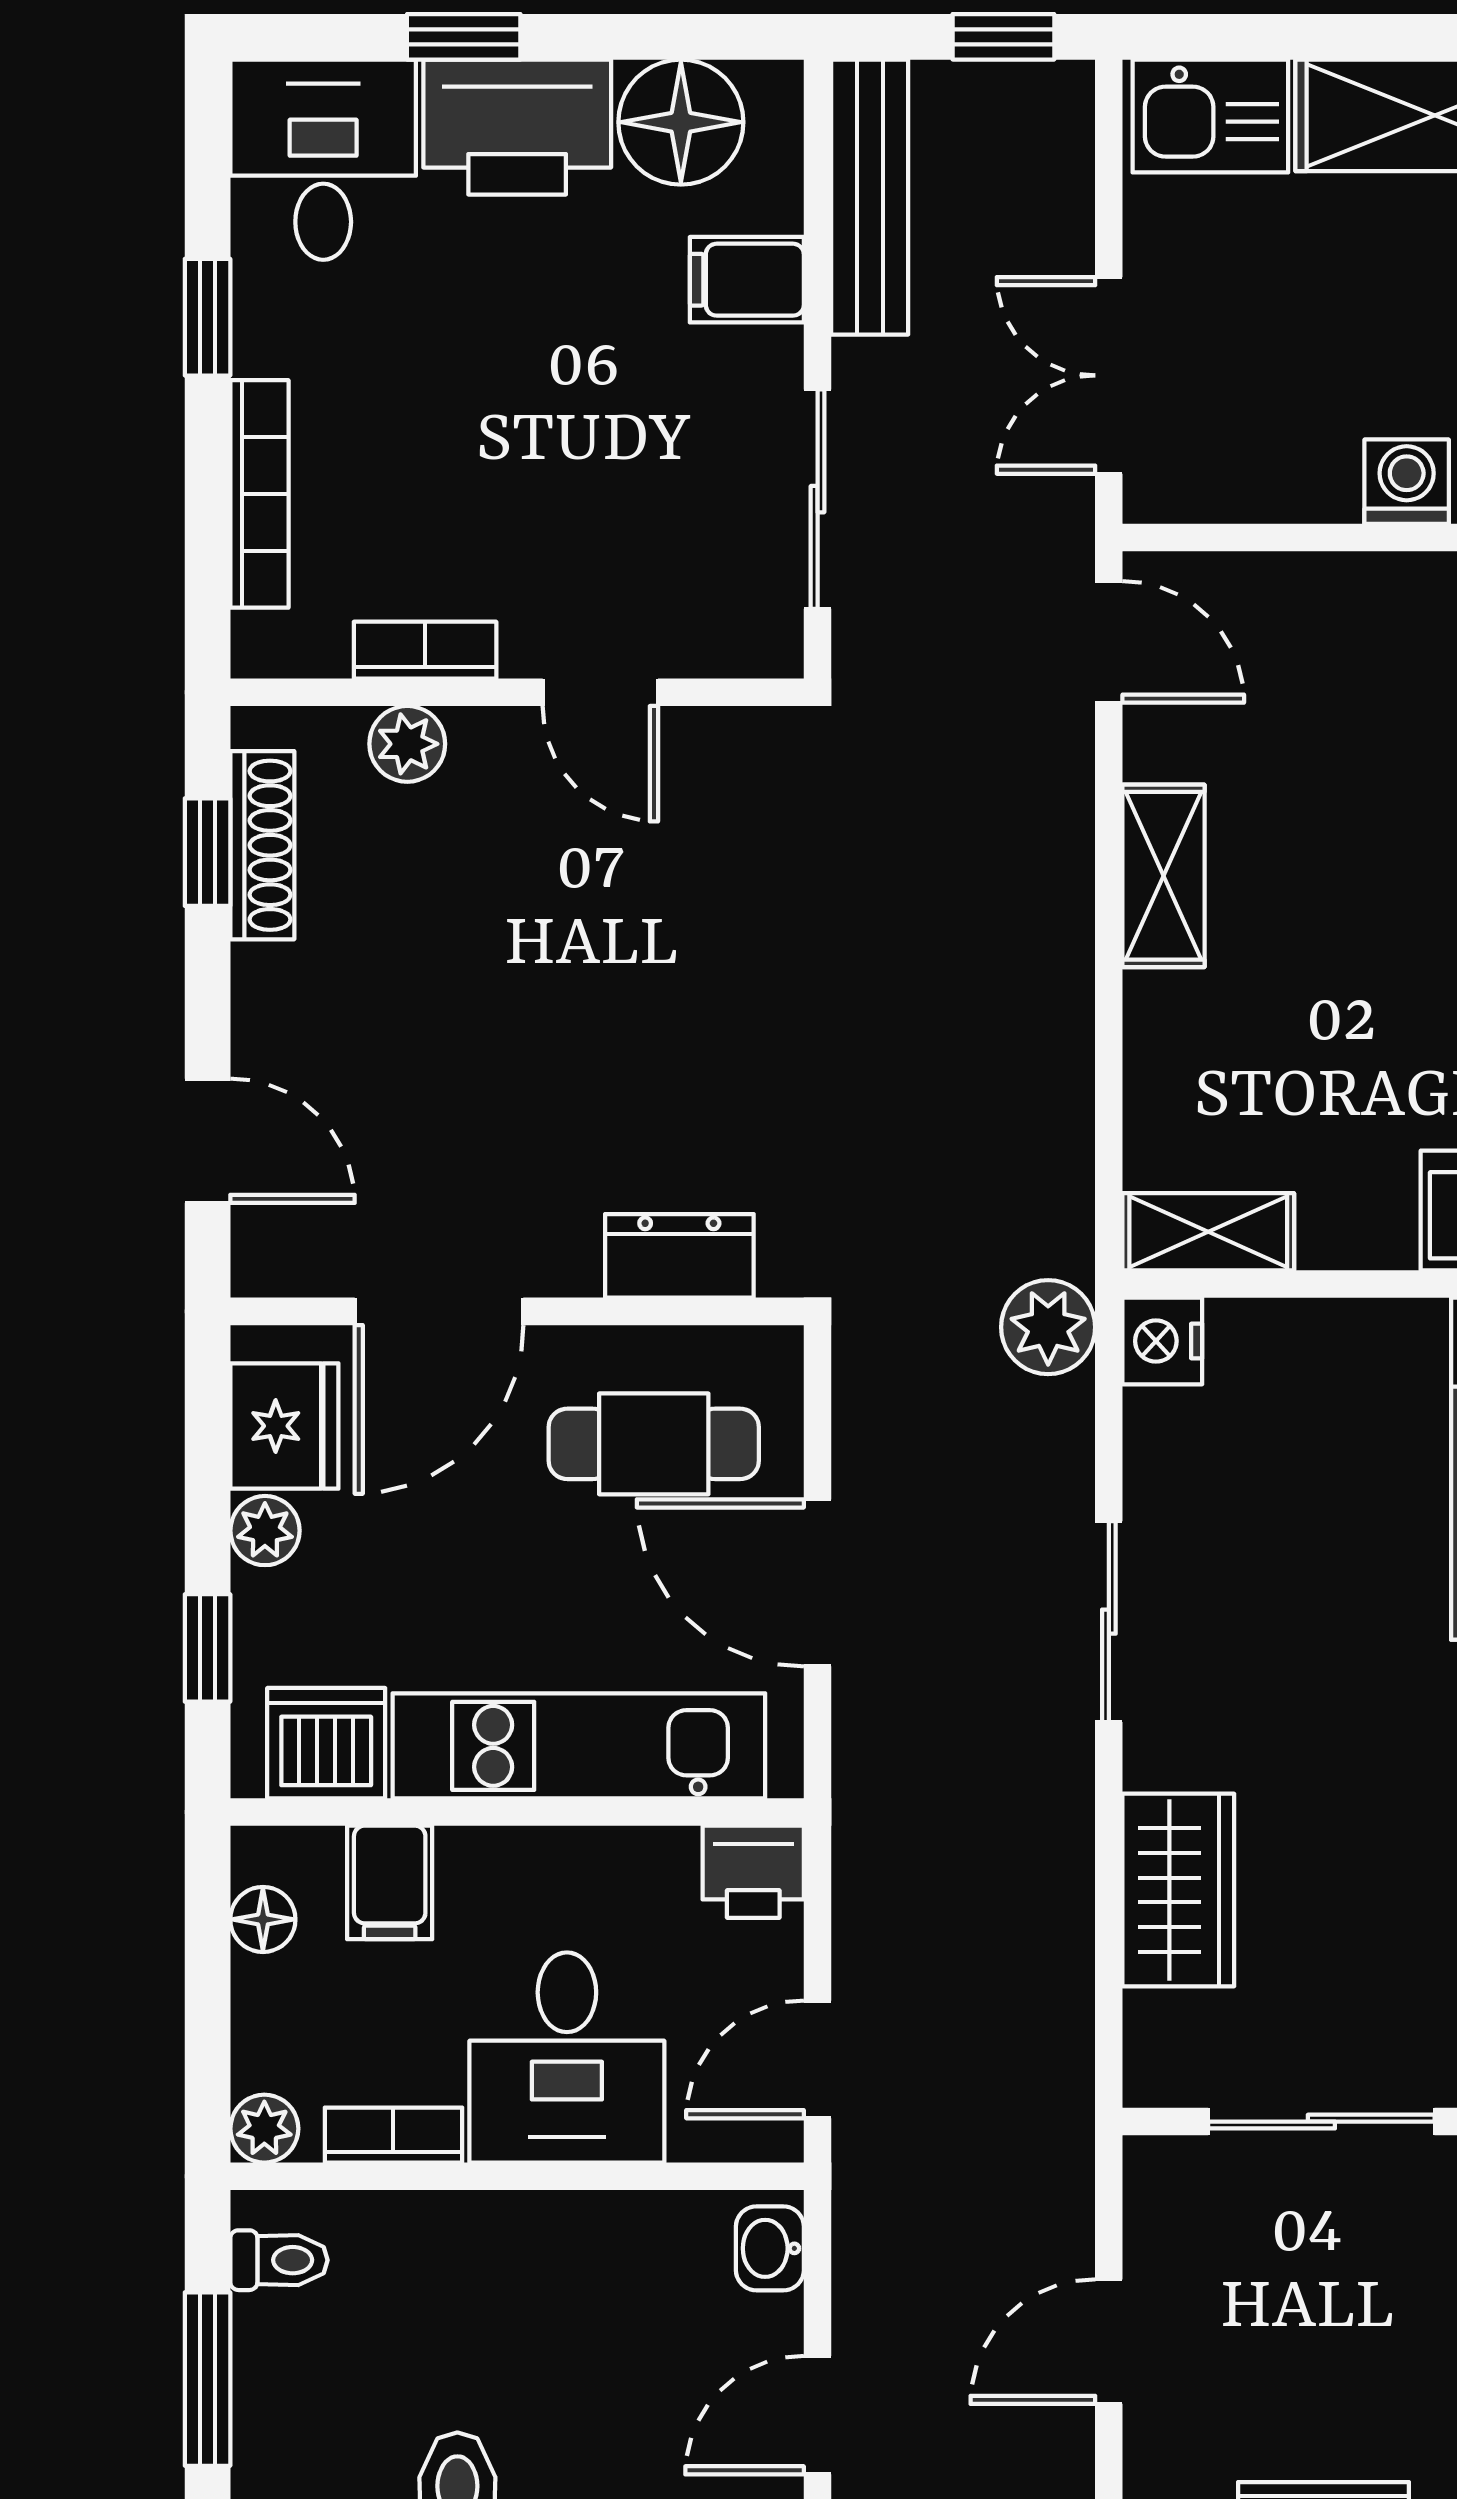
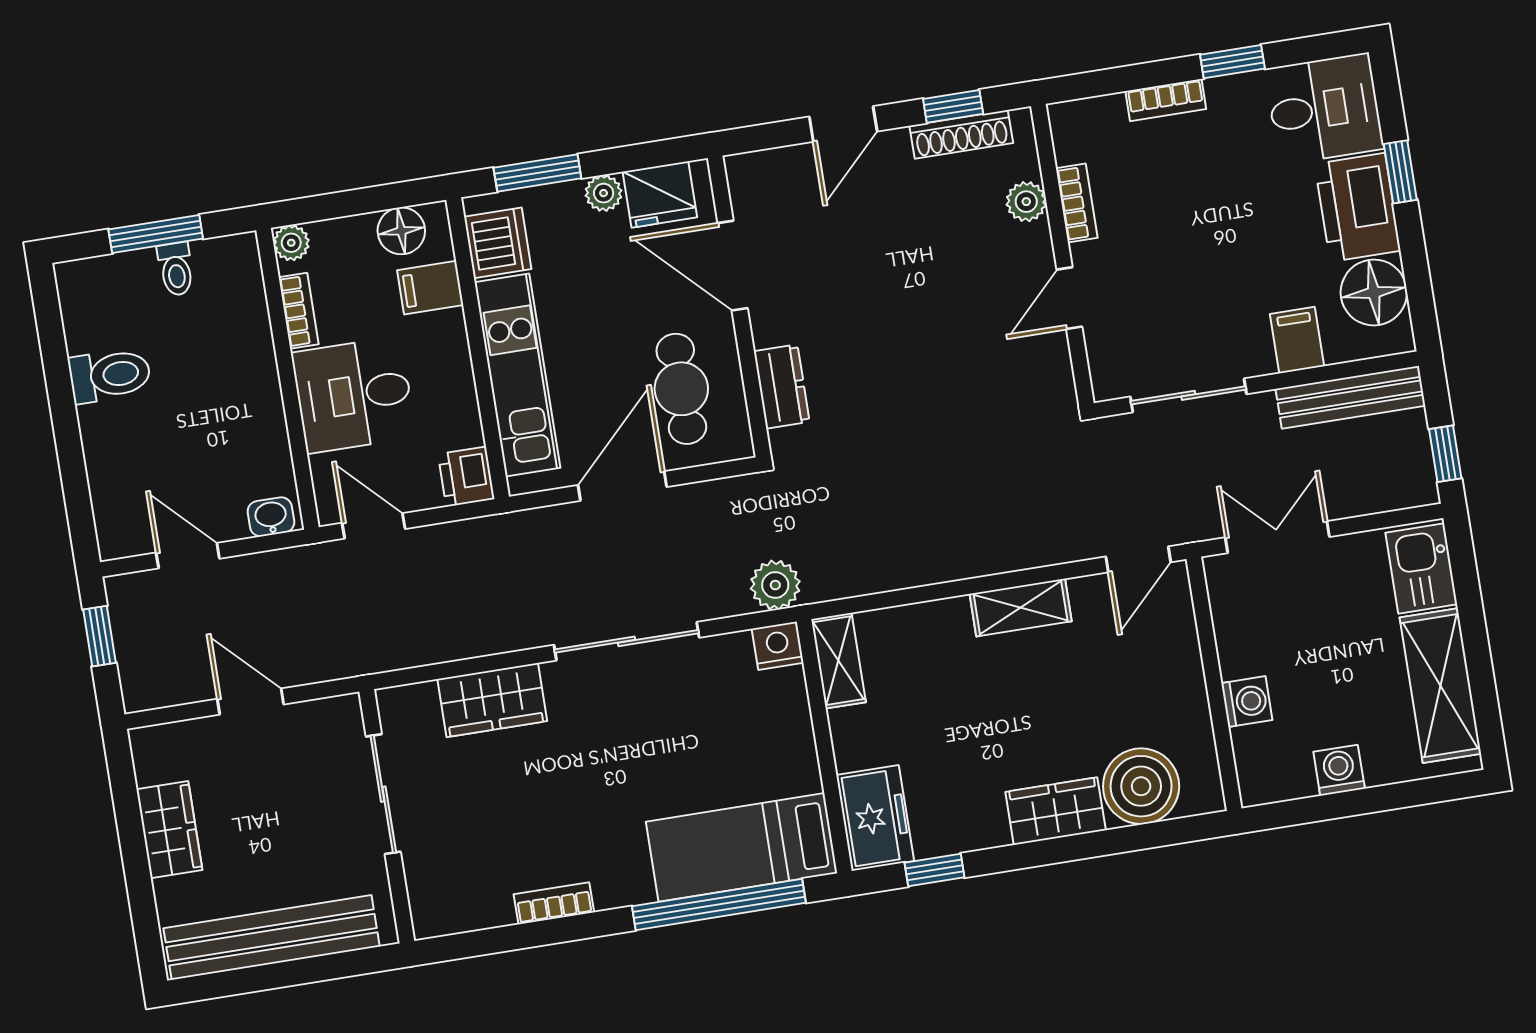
bookcase: (259, 494) -> (1166, 100), width x0.64
door: (208, 1141) -> (843, 124), moved
sliding door: (1109, 1622) -> (627, 641), width x1.37
window: (208, 1648) -> (537, 173), width x1.50
floor lamp: (263, 1919) -> (401, 231), width x1.37, depth x1.37
toilet: (279, 2260) -> (176, 269), moved

